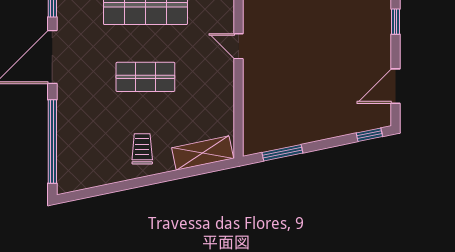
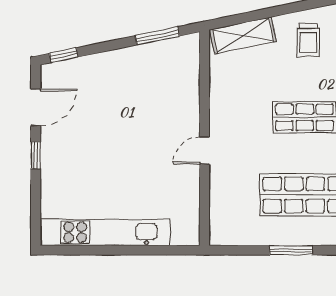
window: (395, 22) -> (36, 155), moved
door: (239, 46) -> (204, 150), swing flipped

